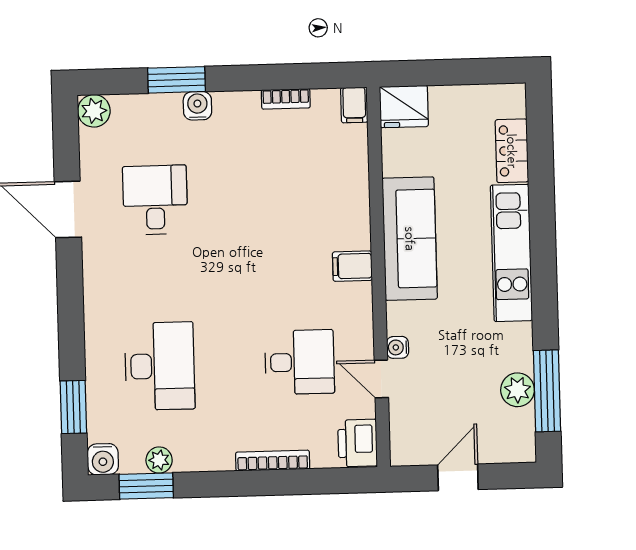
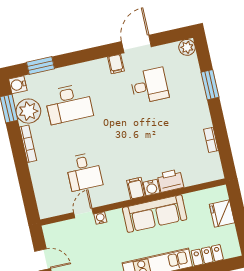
filing cabinet: (354, 105) -> (116, 64), moved, turned -90
water cooler: (197, 106) -> (152, 188), moved, turned 90
fridge: (404, 107) -> (222, 214), moved
printer: (358, 443) -> (170, 181), moved
plant: (159, 460) -> (28, 111), width x1.87, depth x1.87
bookcase: (273, 461) -> (28, 144), moved

